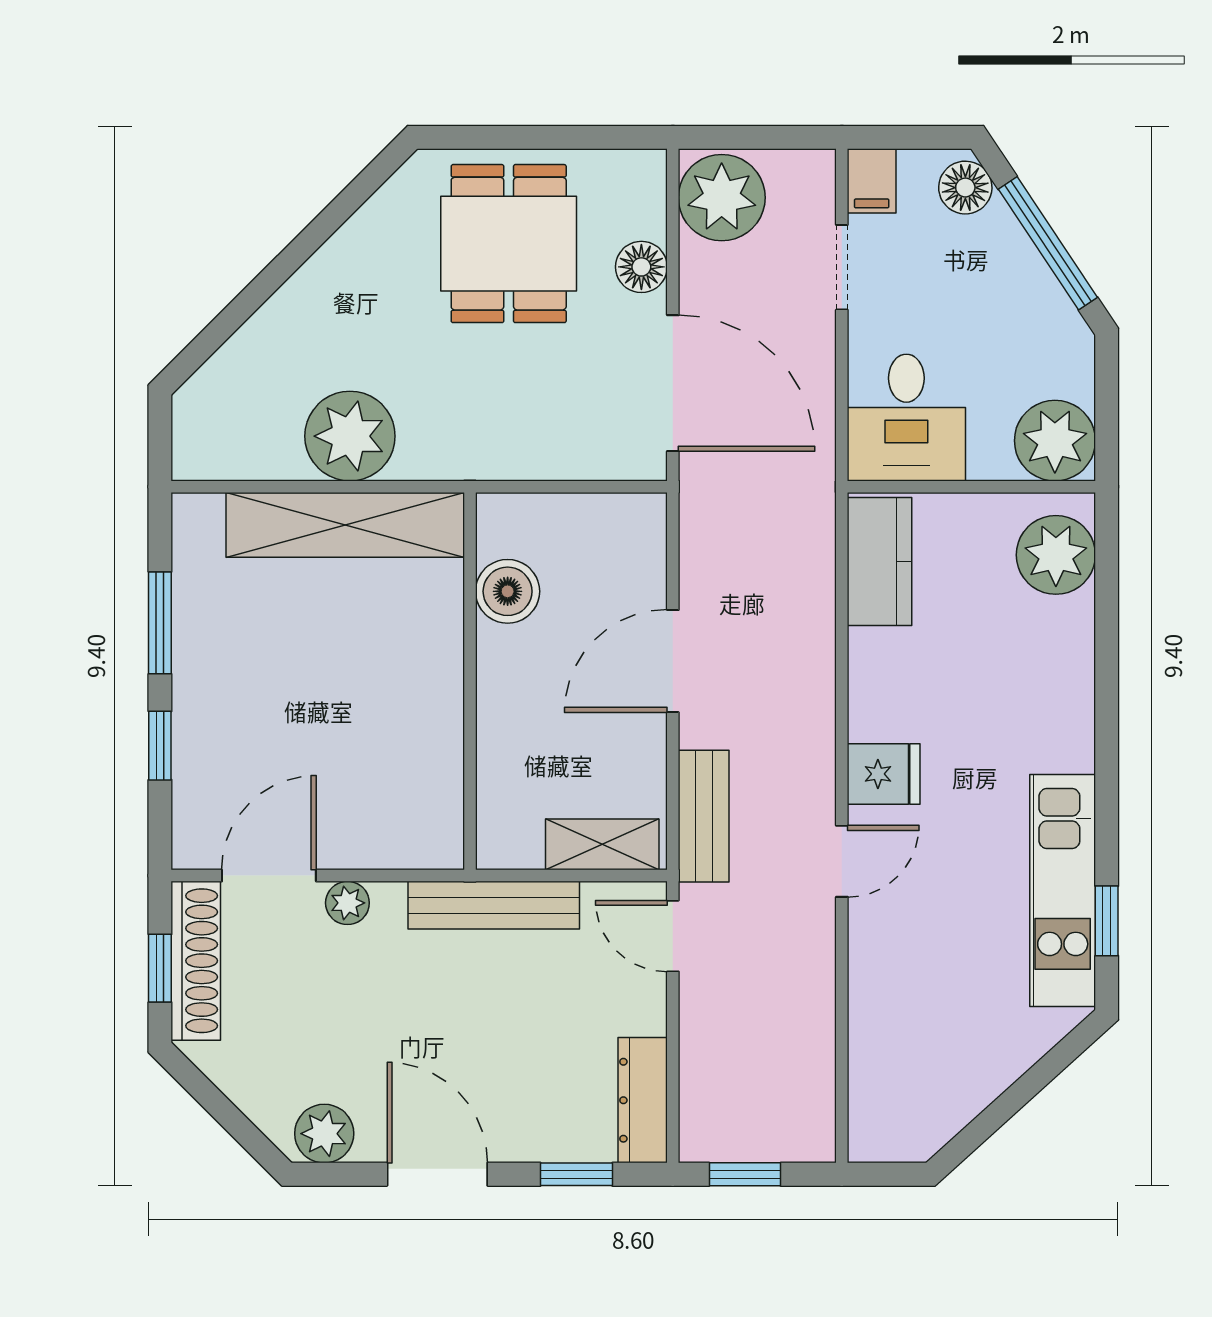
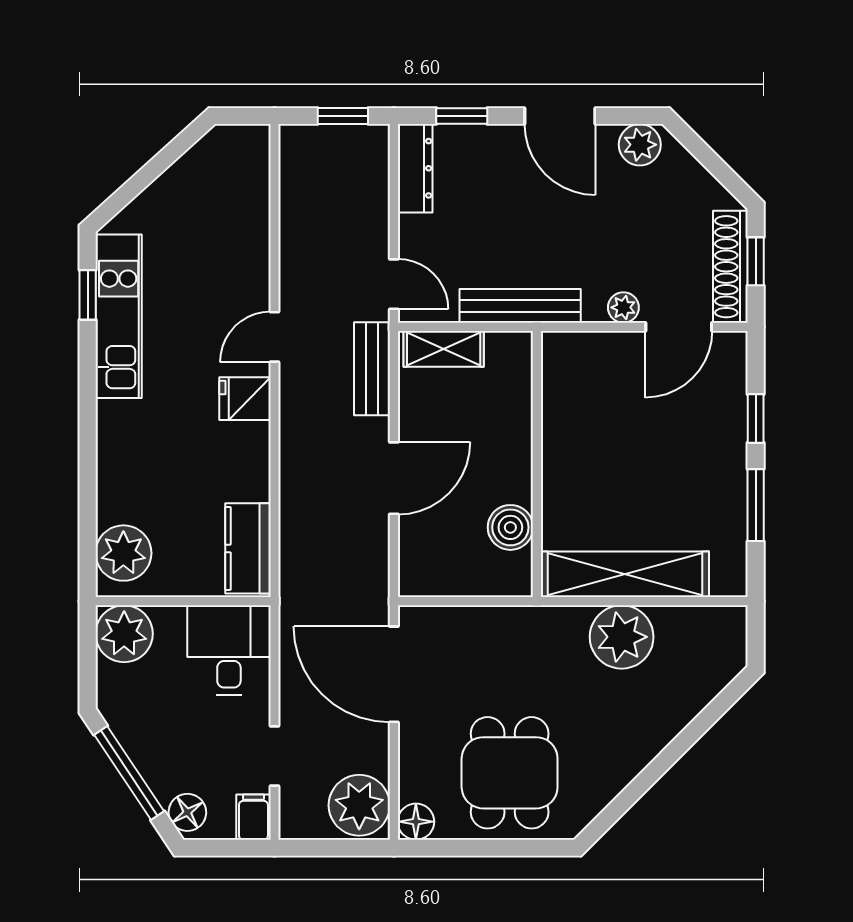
floor lamp: (641, 267) -> (416, 822), moved

